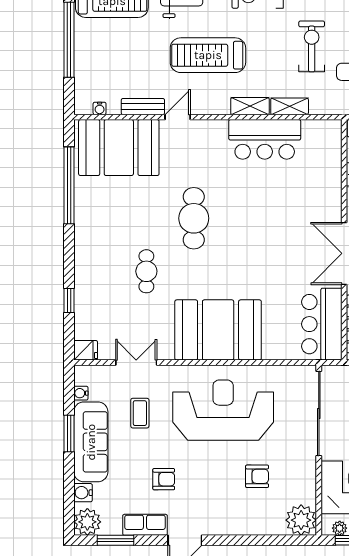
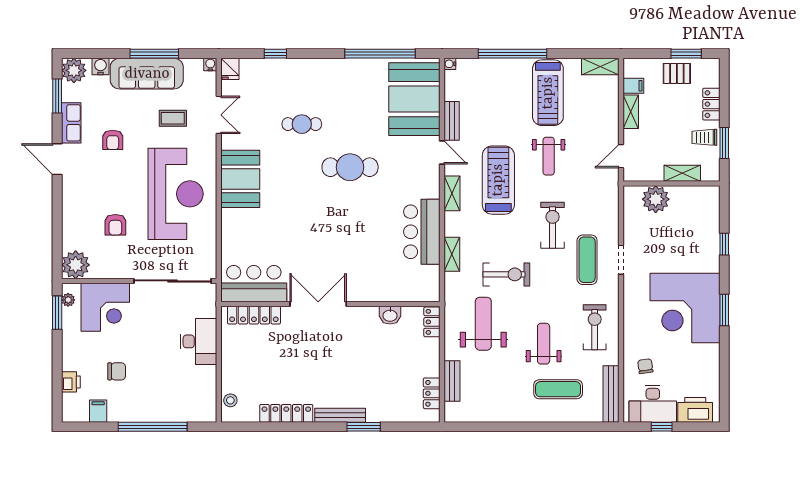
shelving: (250, 106) -> (452, 193), moved
water cooler: (100, 108) -> (450, 64), moved
booth: (218, 330) -> (240, 179), width x0.73, depth x0.70
water cooler: (81, 393) -> (210, 65), moved
window: (69, 434) -> (154, 54), width x1.44

